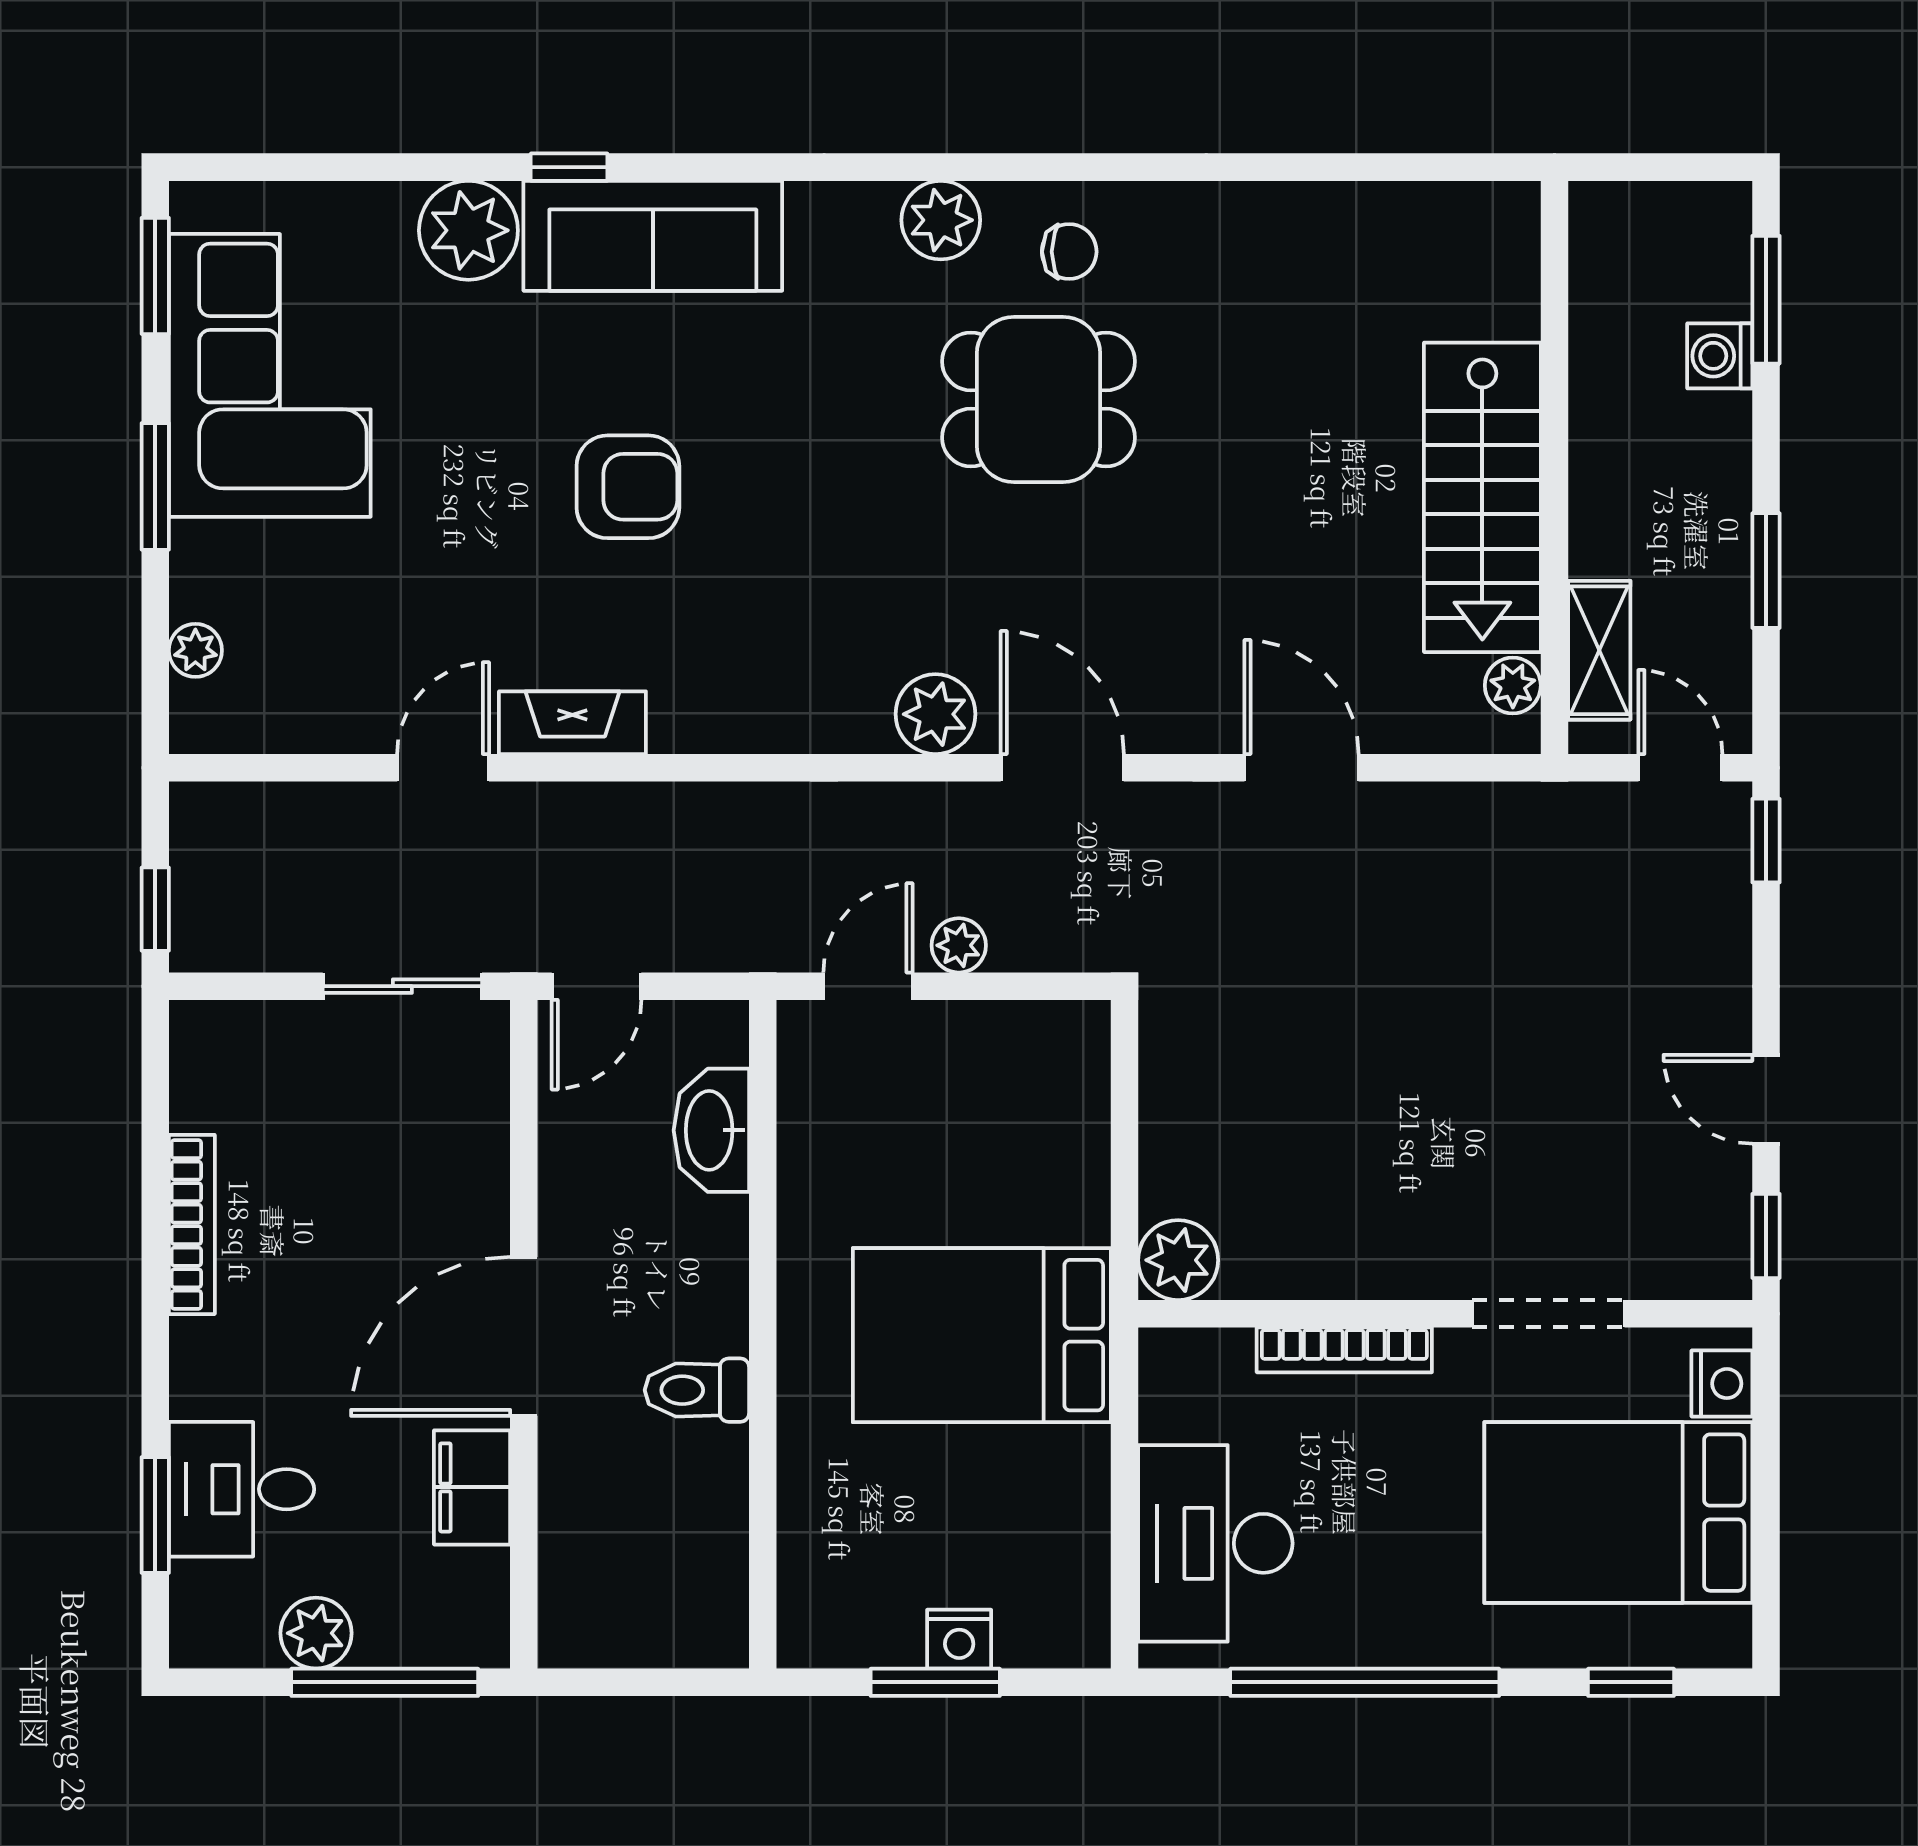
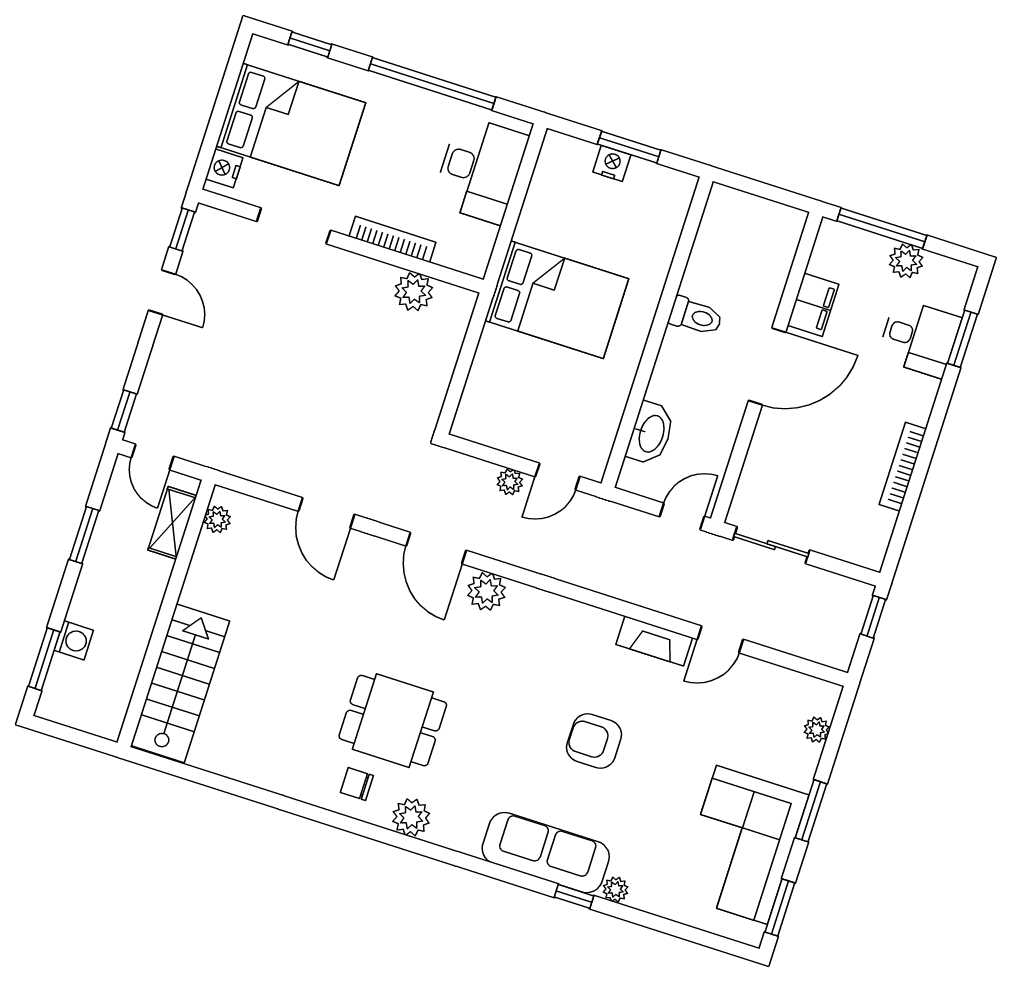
plant: (468, 230) -> (615, 889), width x0.53, depth x0.53
stairs: (1482, 497) -> (180, 683), moved
plant: (1178, 1260) -> (414, 292), moved

